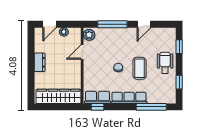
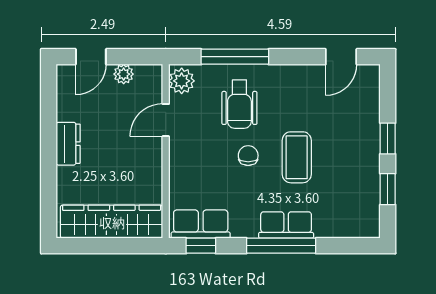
door: (144, 24) -> (341, 57), moved
window: (179, 47) -> (388, 138), moved
wheelchair: (165, 63) -> (239, 104), moved, turned 180
row of seats: (129, 98) -> (286, 225), width x0.68
window: (151, 107) -> (281, 246), moved

